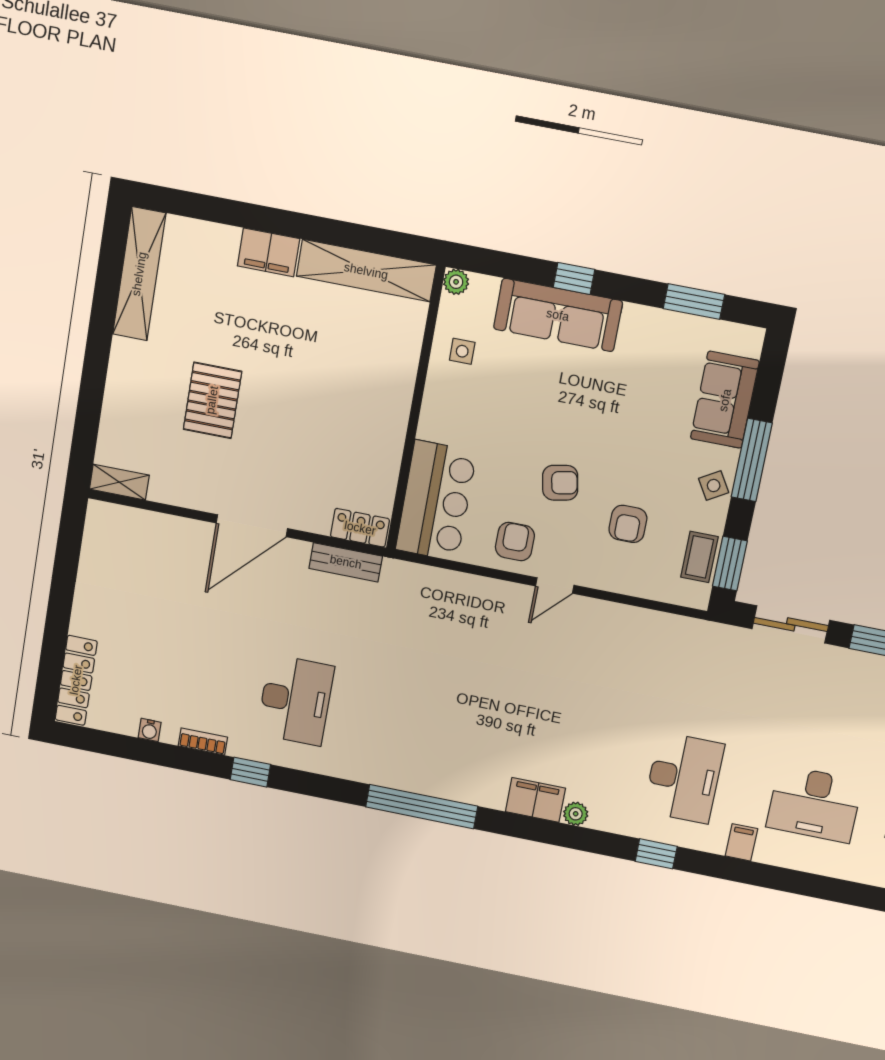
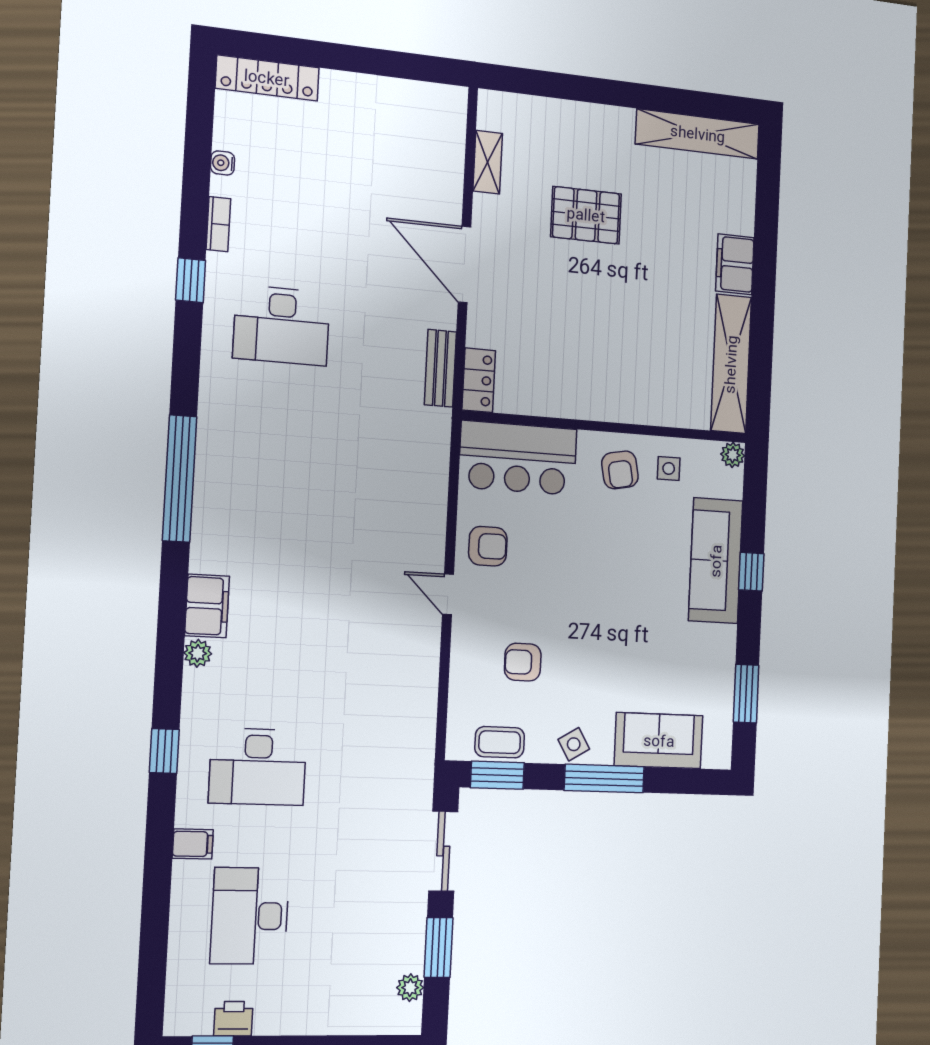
shelving: (119, 482) -> (488, 162), moved
armchair: (560, 483) -> (620, 470), moved

